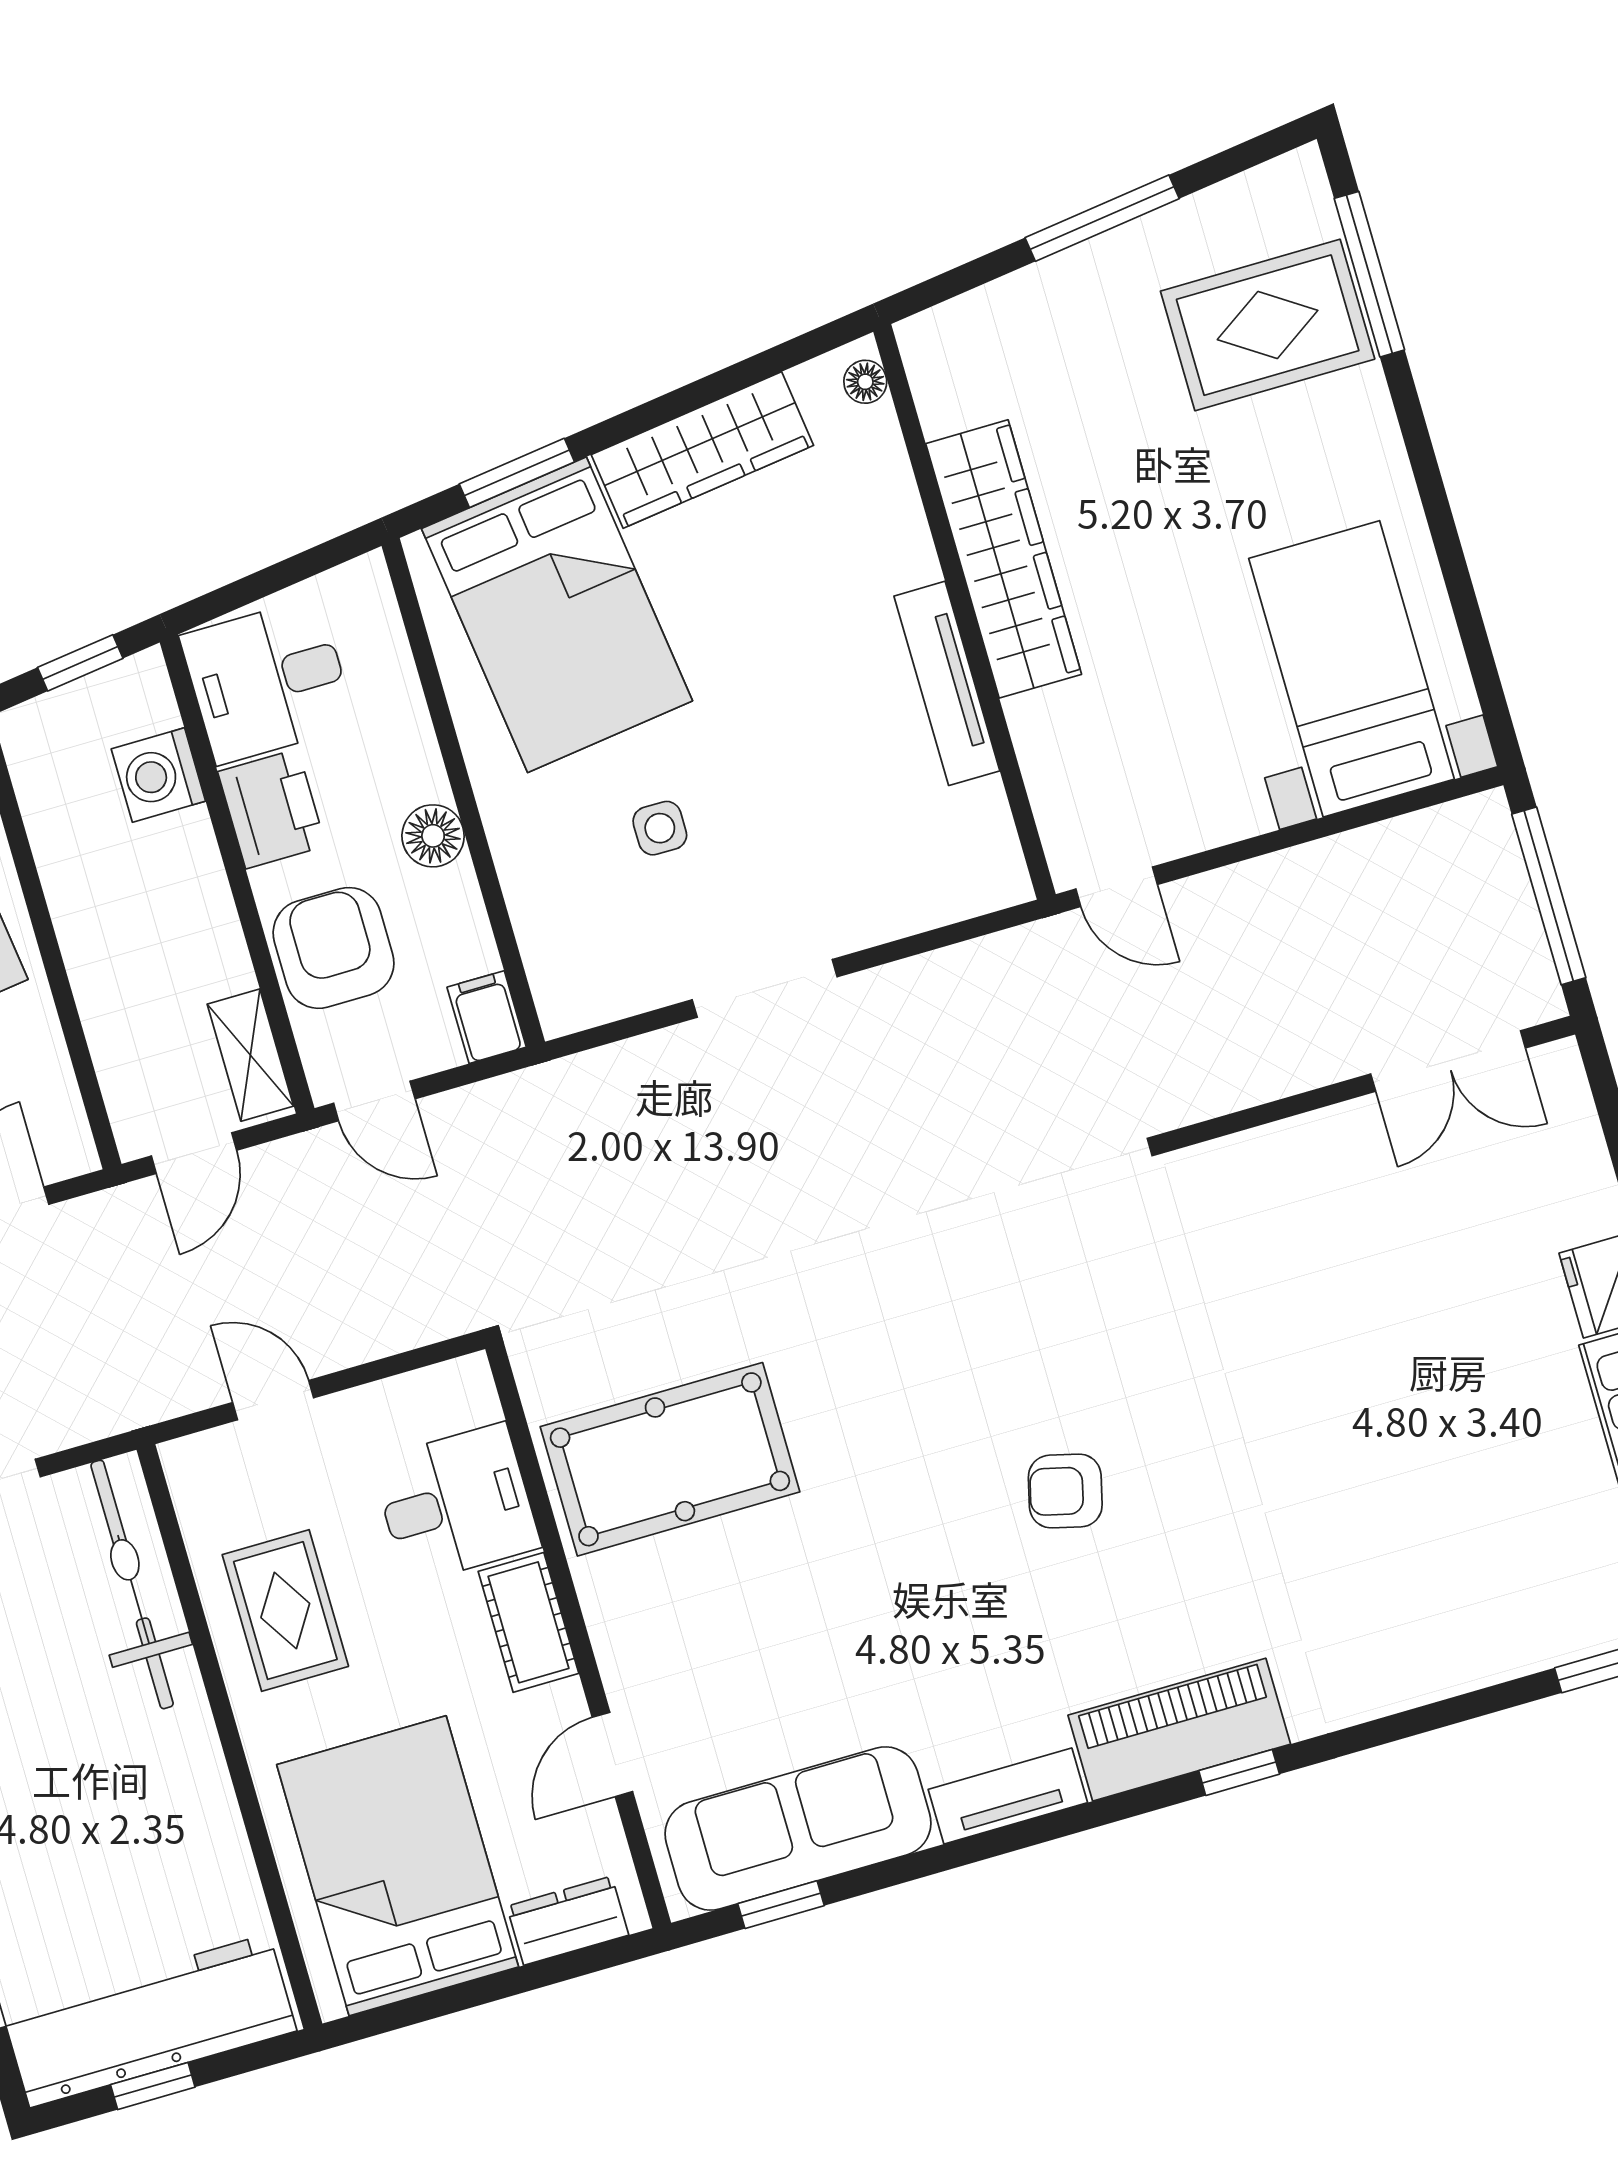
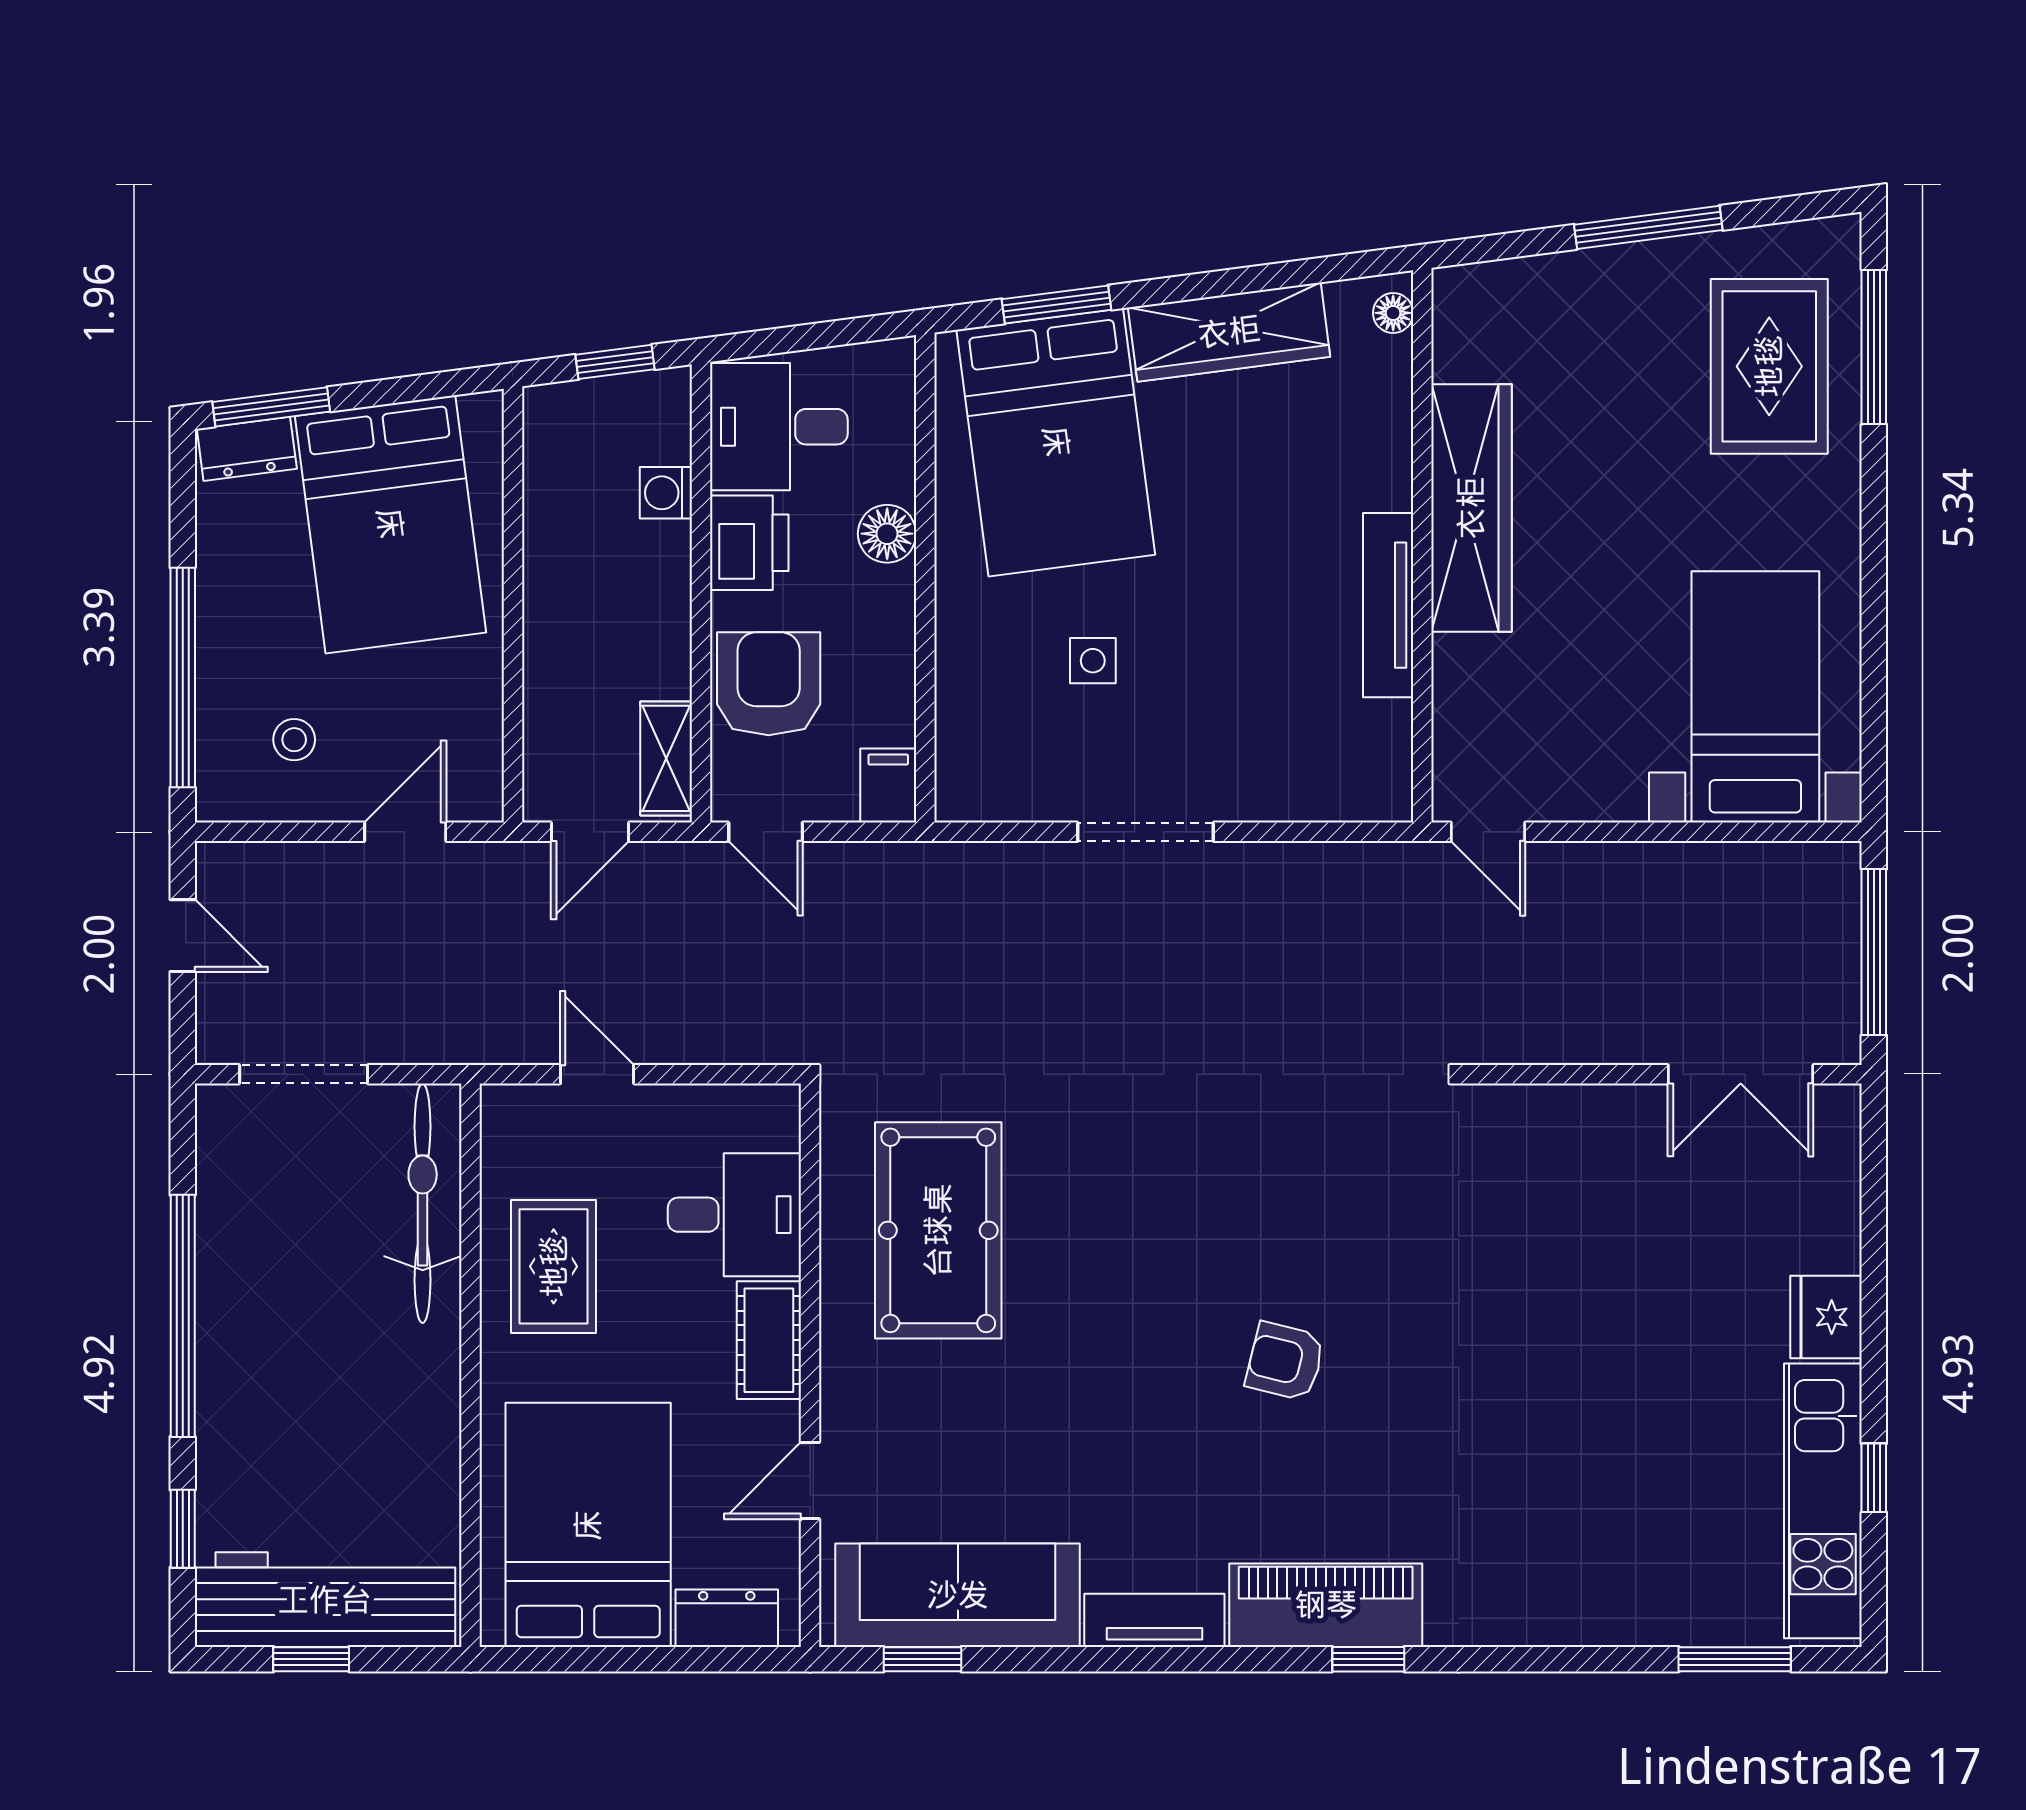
rug: (1268, 325) -> (1769, 366), turned 90
washing machine: (158, 775) -> (666, 493), width x0.73, depth x0.73
floor lamp: (433, 836) -> (887, 534), moved
pool table: (670, 1459) -> (938, 1230), turned 90

